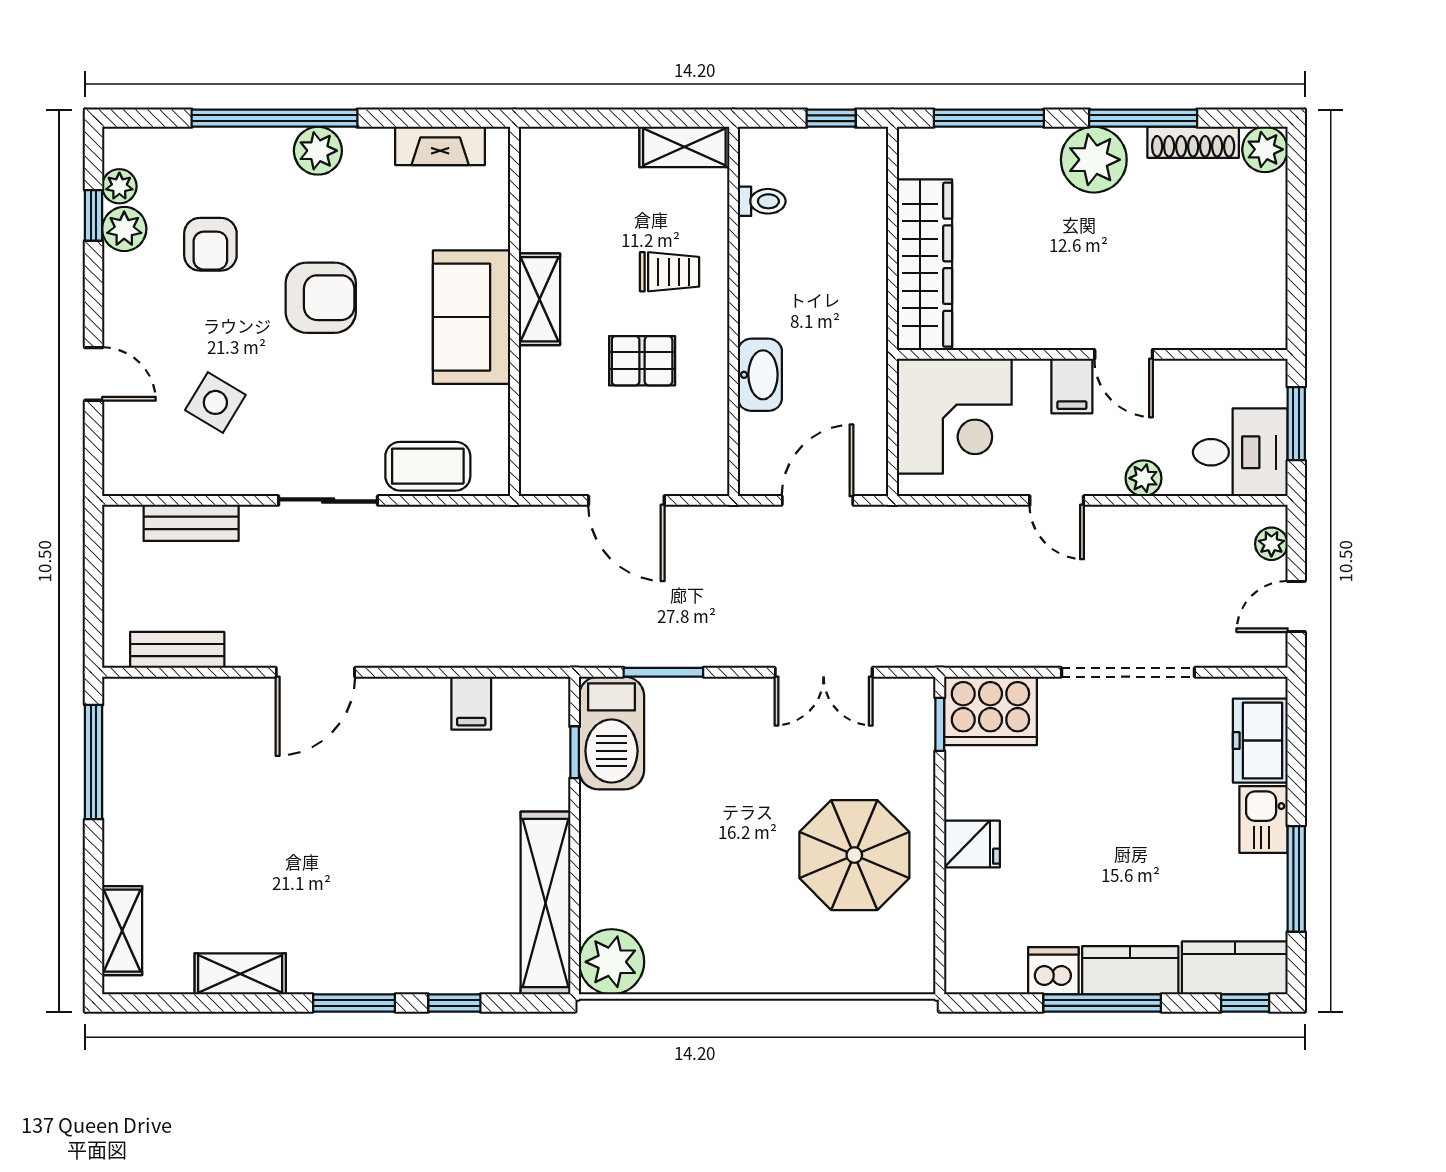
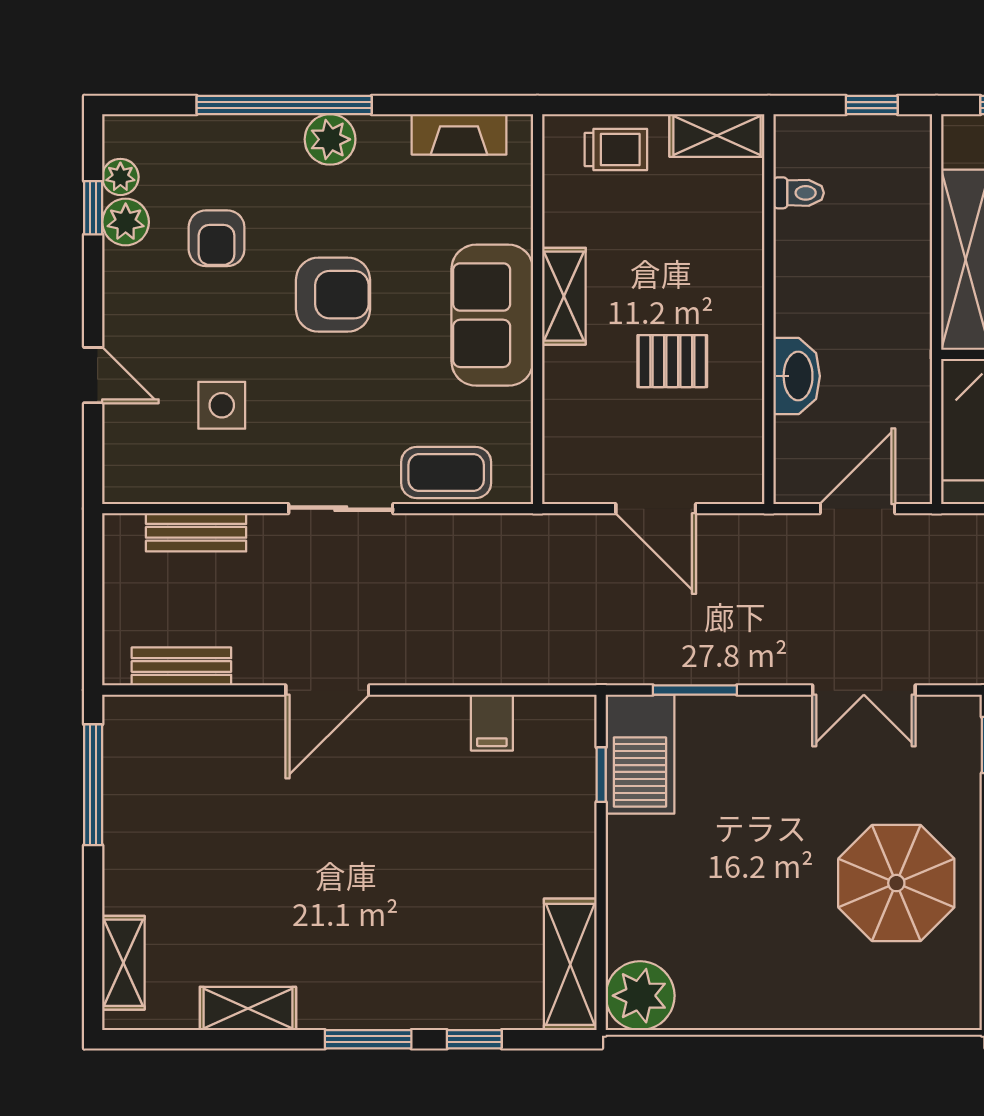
trolley: (669, 272) -> (616, 150), moved
side table: (215, 402) -> (222, 405), turned -31
shelving: (545, 903) -> (570, 964), width x0.68

